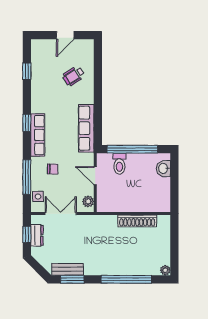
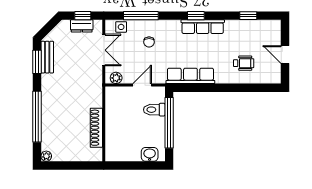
wheelchair: (74, 76) -> (244, 63), turned 123
row of seats: (38, 135) -> (203, 27), moved

